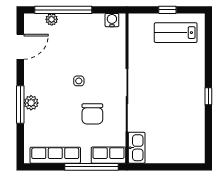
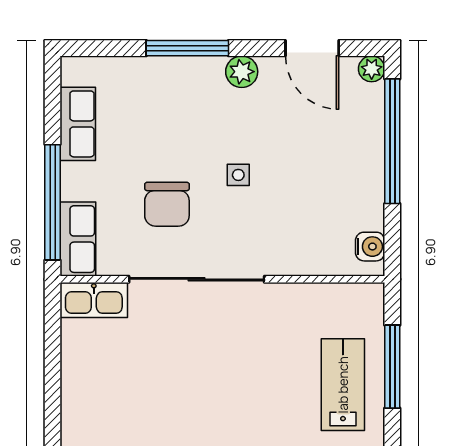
window: (167, 10) -> (392, 367), width x2.17
plant: (52, 19) -> (372, 69), moved
plant: (31, 103) -> (242, 72), moved
chair: (92, 114) -> (167, 204), turned -90
row of seats: (55, 155) -> (78, 124), width x0.68

